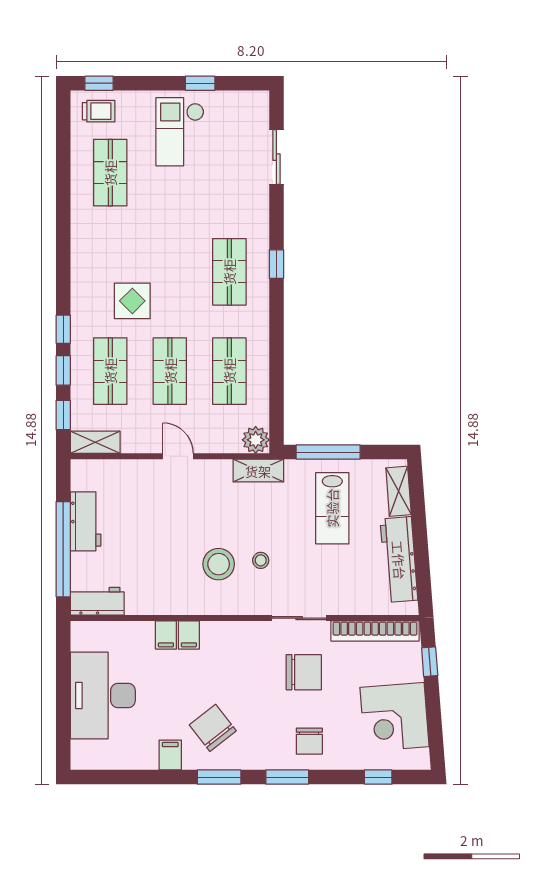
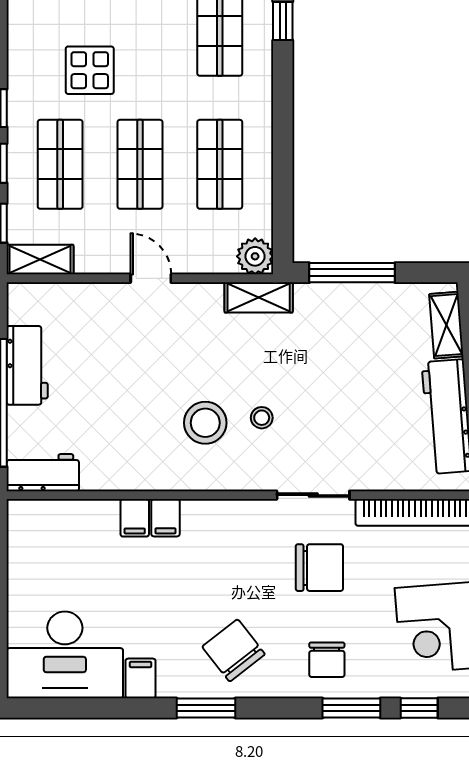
lab bench: (332, 508) -> (358, 348), removed
desk: (103, 696) -> (65, 655), moved, turned -90
chair: (213, 728) -> (234, 650), moved
window: (287, 777) -> (351, 708), moved

